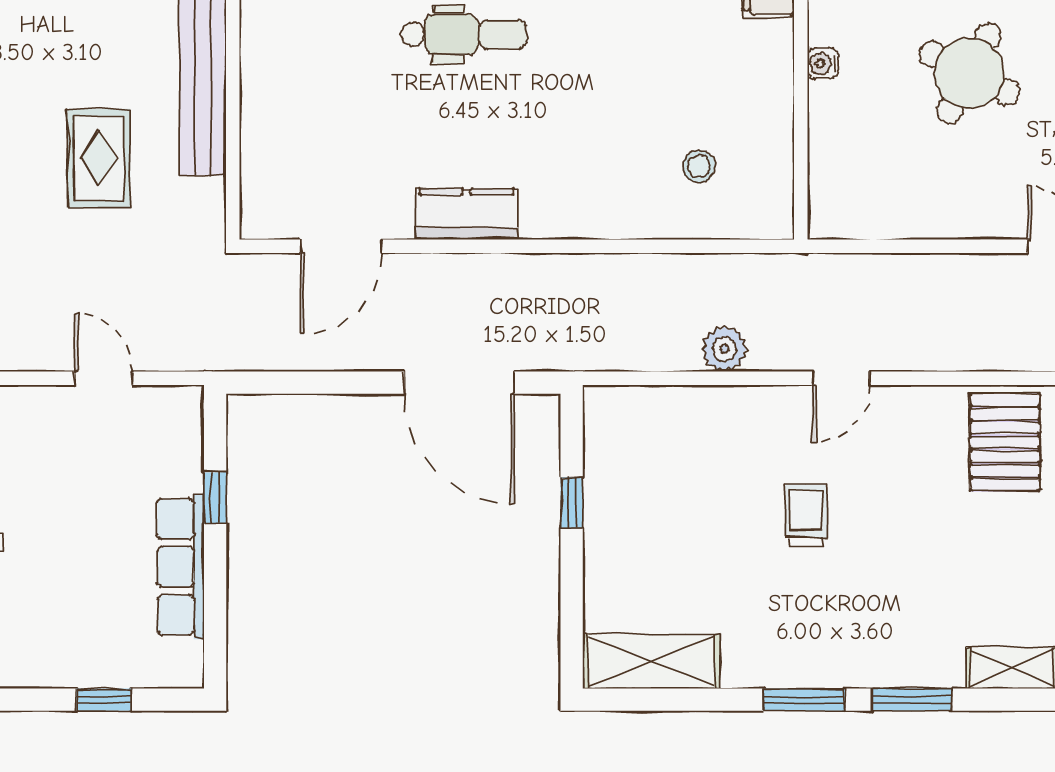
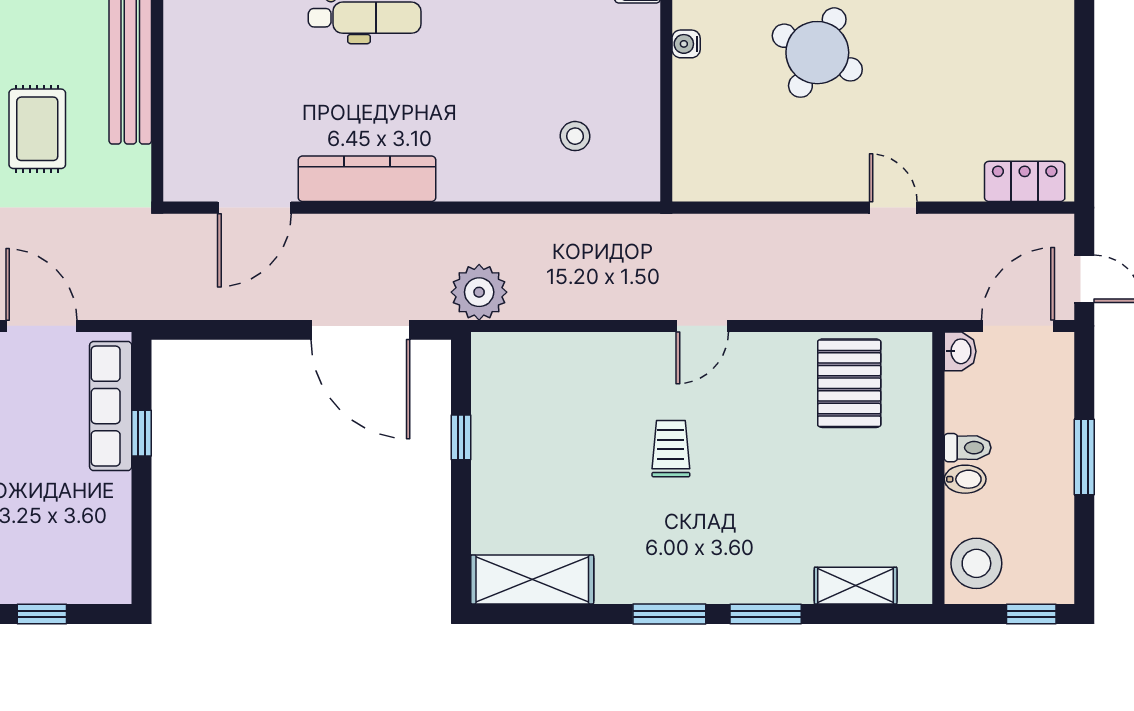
kitchen counter: (467, 214) -> (367, 179), width x1.50
plant: (724, 349) -> (479, 292), moved, width x1.36, depth x1.36
door: (103, 378) -> (41, 326), width x1.38
row of seats: (181, 567) -> (111, 406), moved

